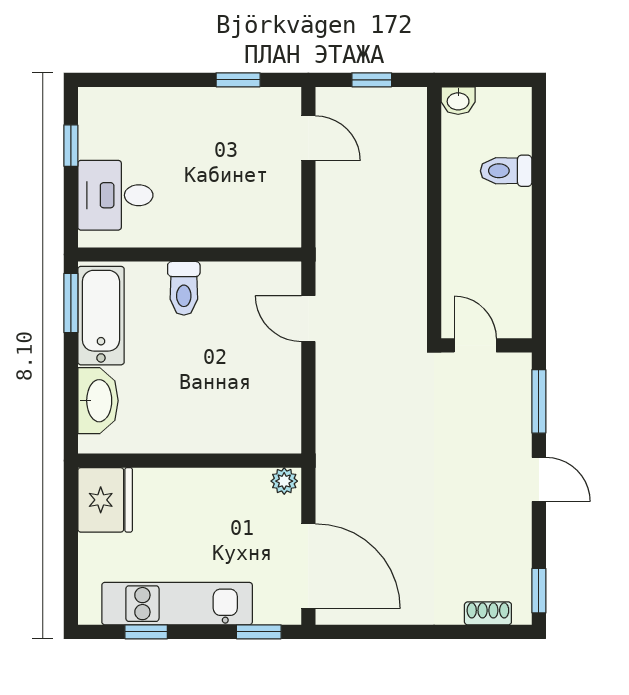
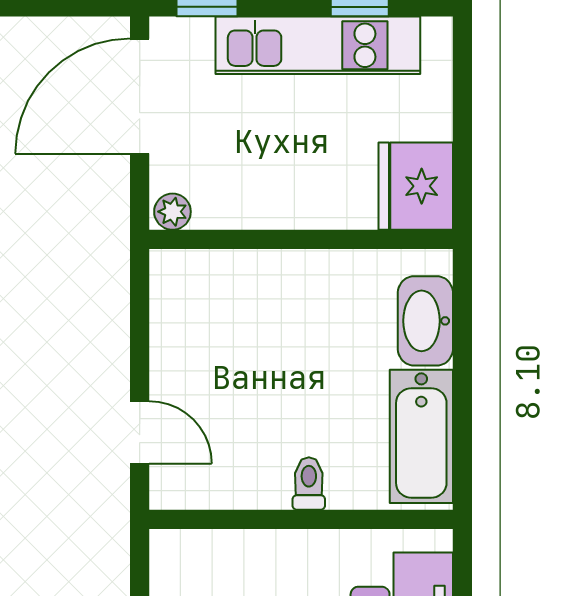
toilet: (184, 288) -> (309, 484), width x0.73, depth x0.72
window: (71, 303) -> (462, 453), removed
door: (308, 566) -> (140, 96), hinge flipped

